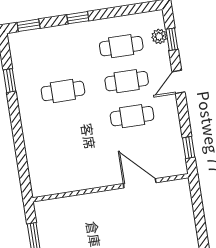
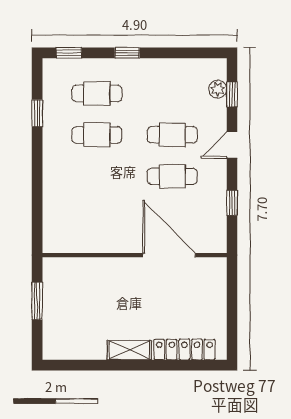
cafe table: (121, 46) -> (97, 93), moved
window: (189, 147) -> (232, 203), moved
door: (140, 183) -> (169, 255), width x1.36

